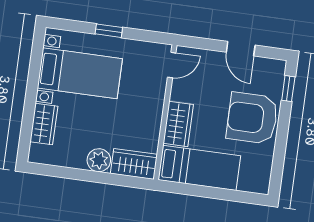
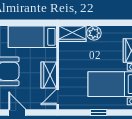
wardrobe: (178, 124) -> (49, 75), moved

